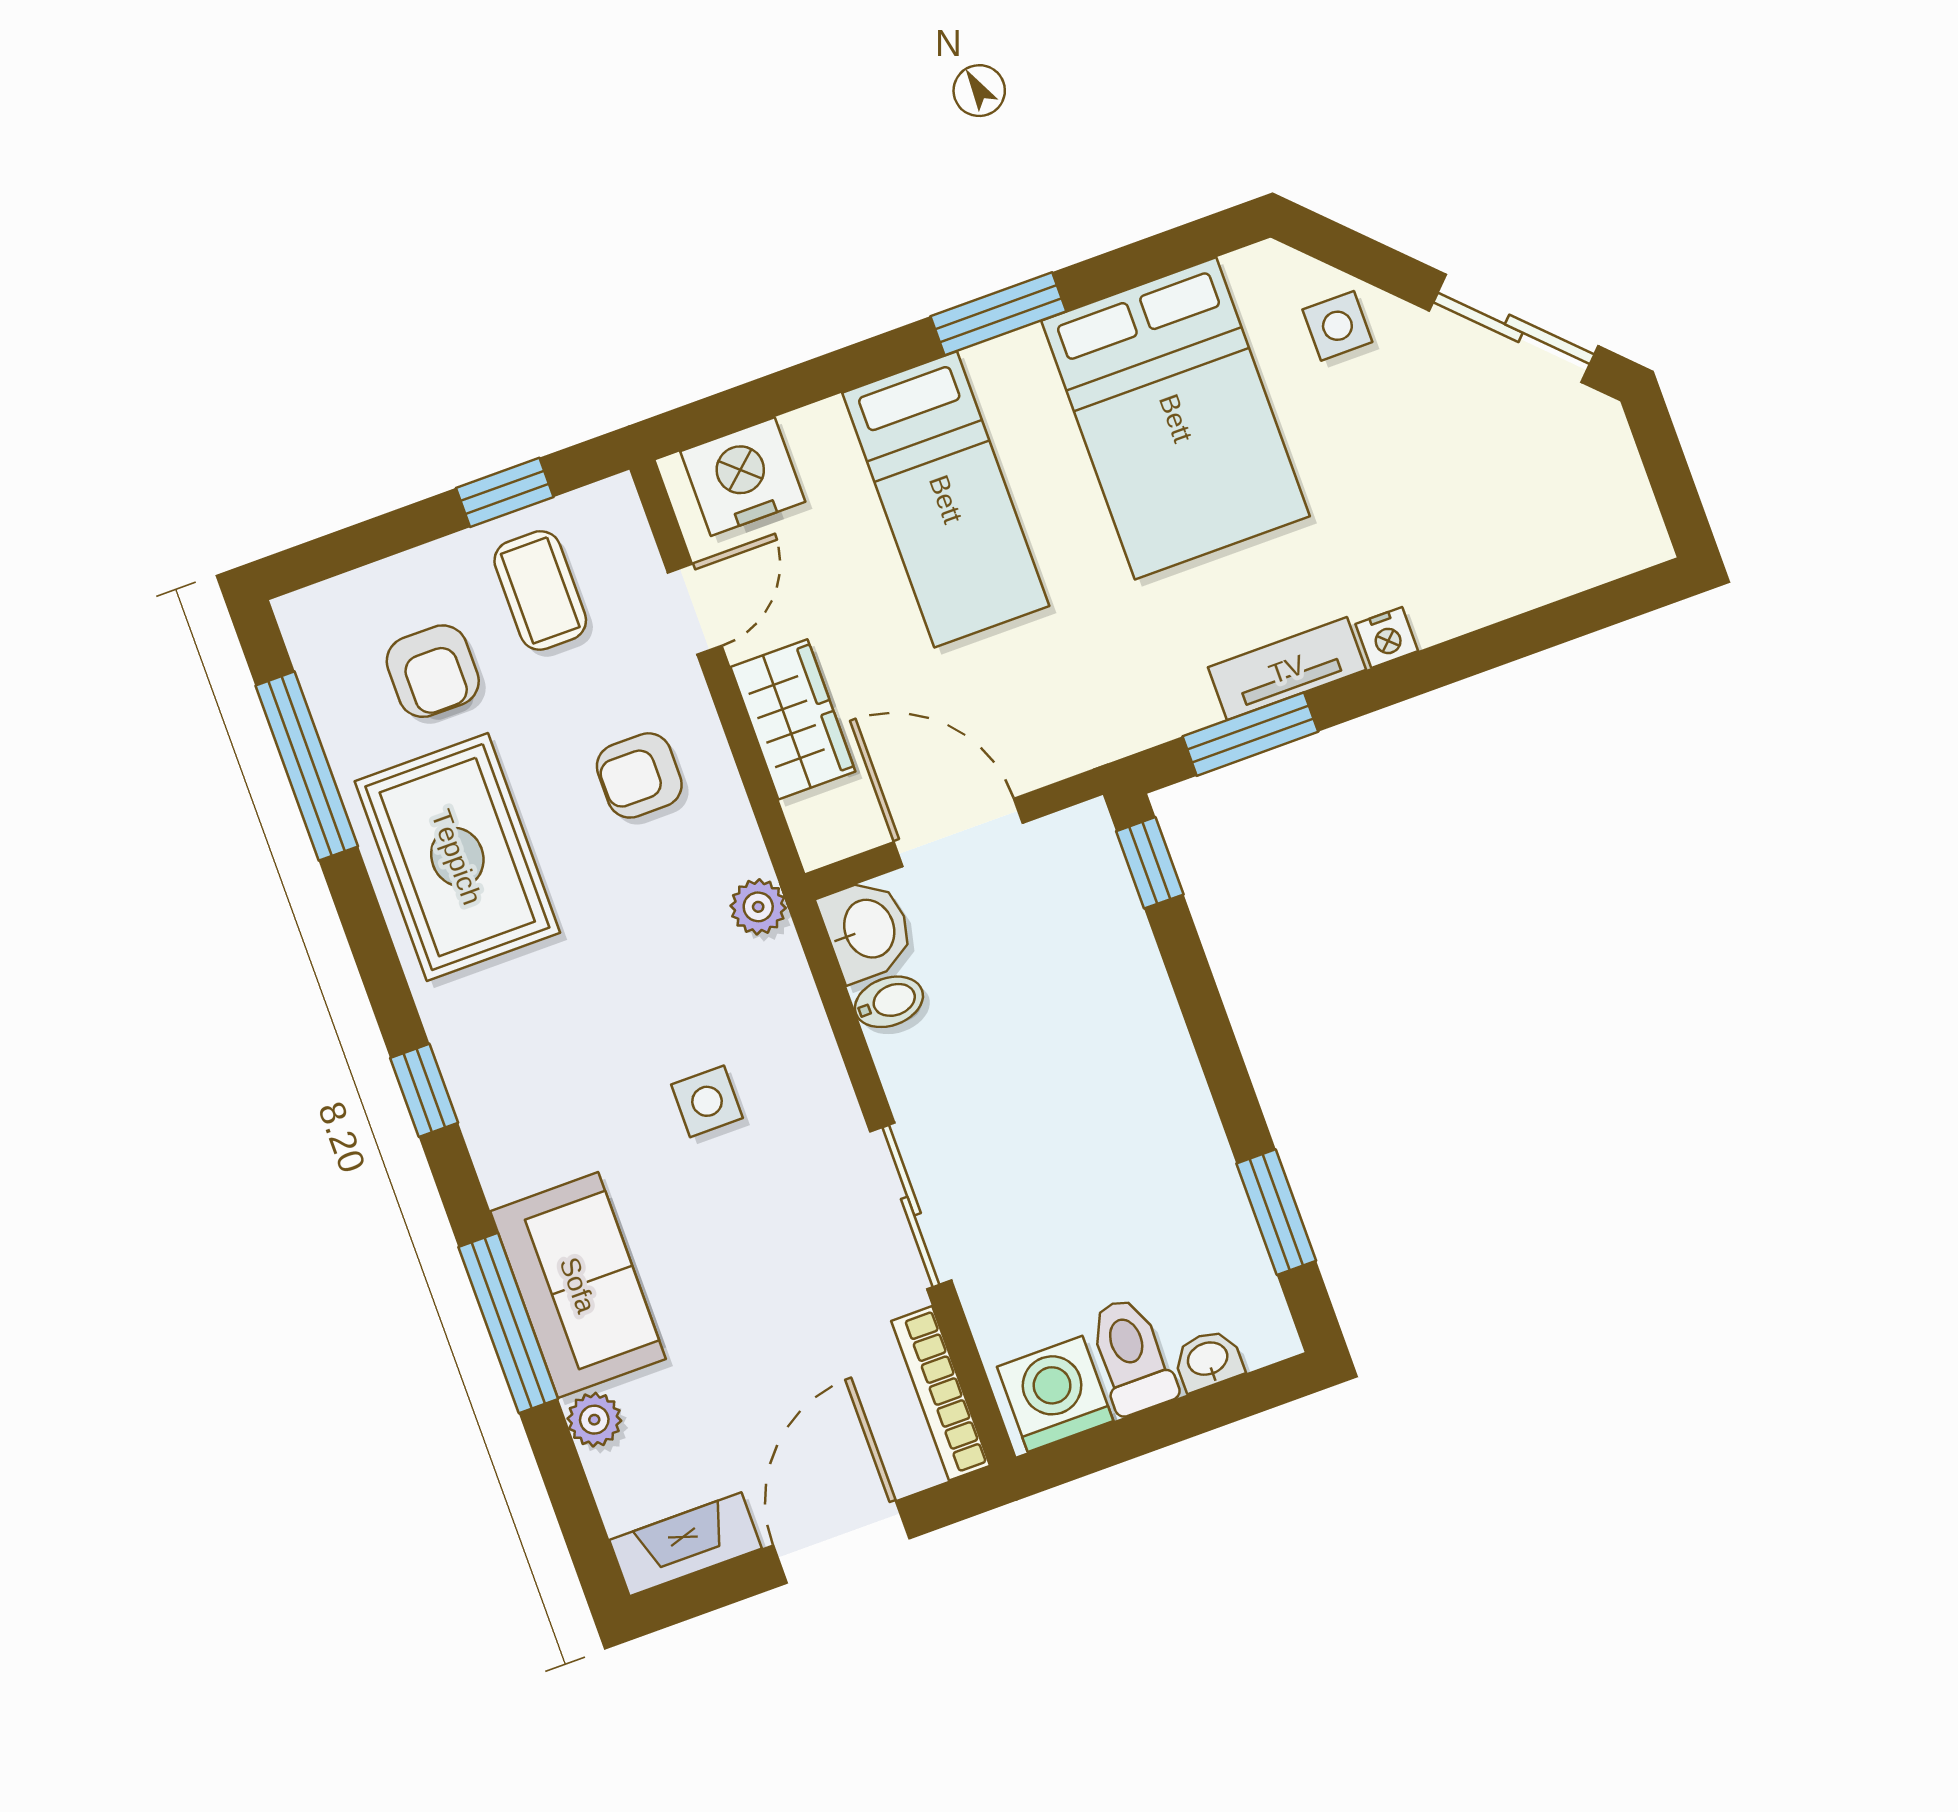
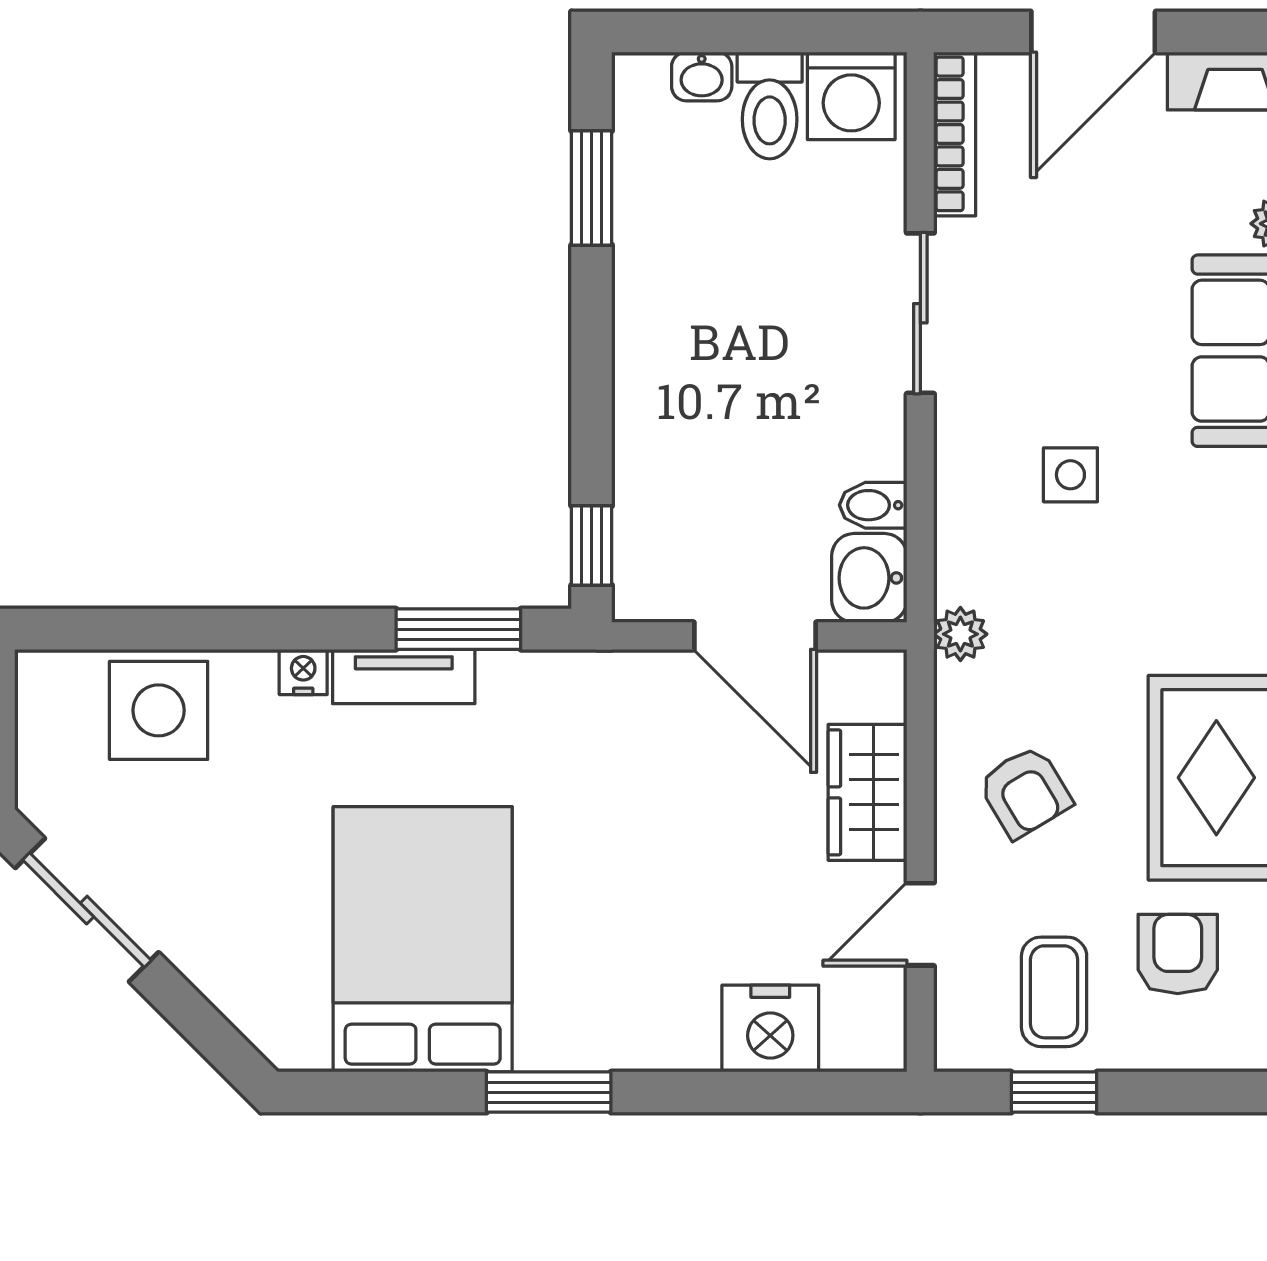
side table: (1337, 326) -> (159, 710), moved, width x1.87, depth x1.87
nightstand: (743, 477) -> (770, 1029), moved
bed: (946, 499) -> (657, 941), removed
armchair: (639, 775) -> (1025, 792), turned 59

